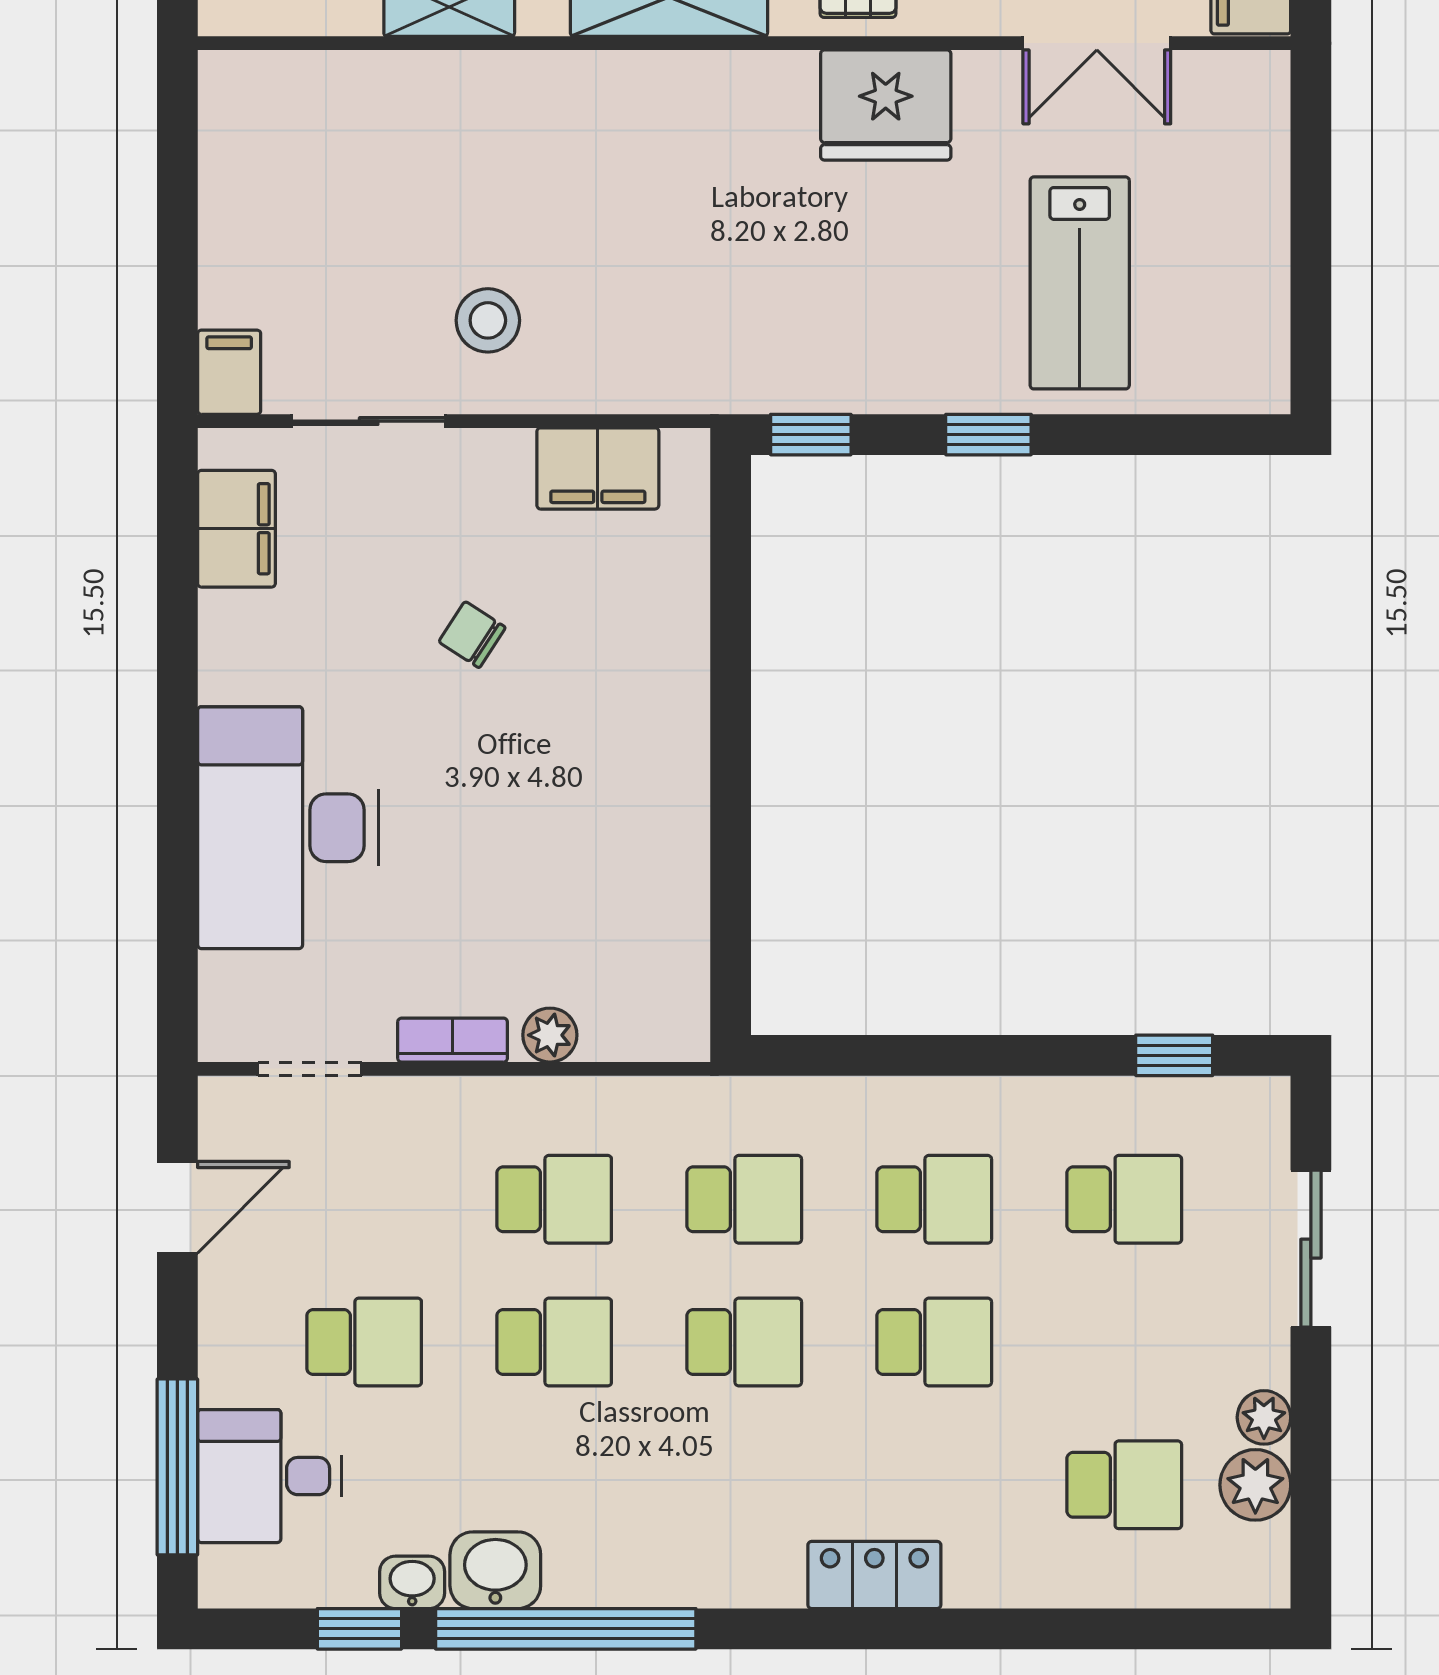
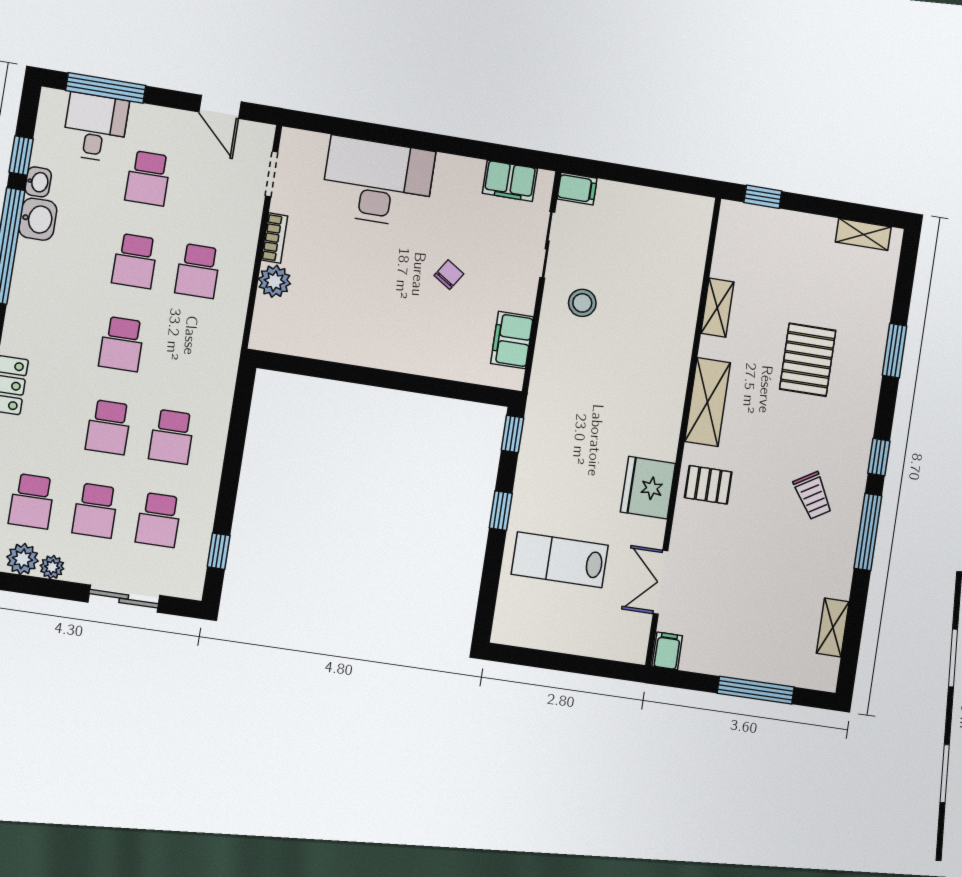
plant: (550, 1035) -> (274, 281), width x1.38, depth x1.38
school desk: (744, 1199) -> (95, 511), moved

